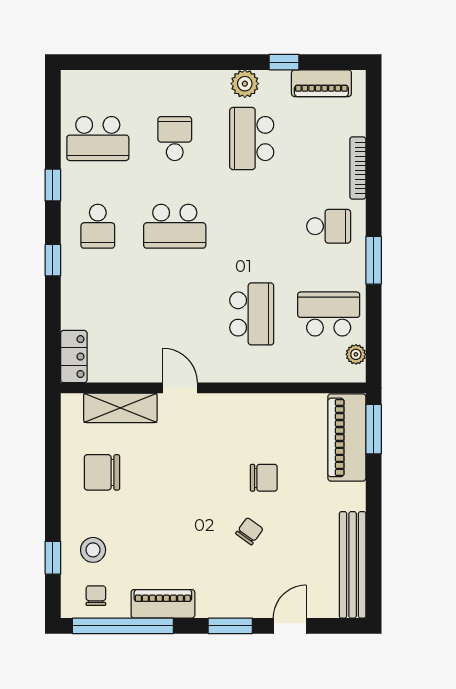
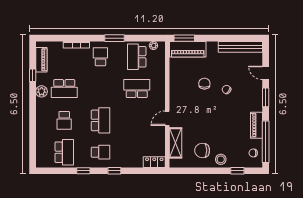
school desk: (175, 139) -> (64, 120), turned -90
chair: (102, 472) -> (202, 150), turned 90
stool: (93, 550) -> (221, 159), moved

